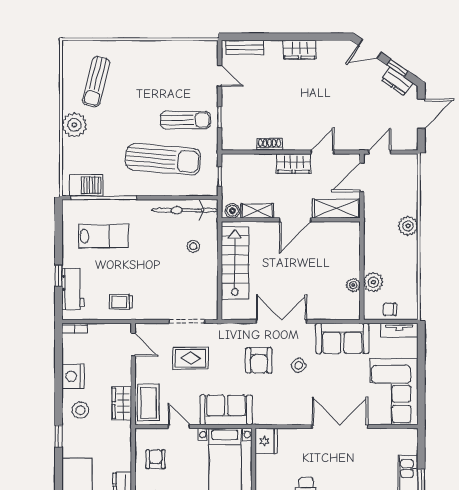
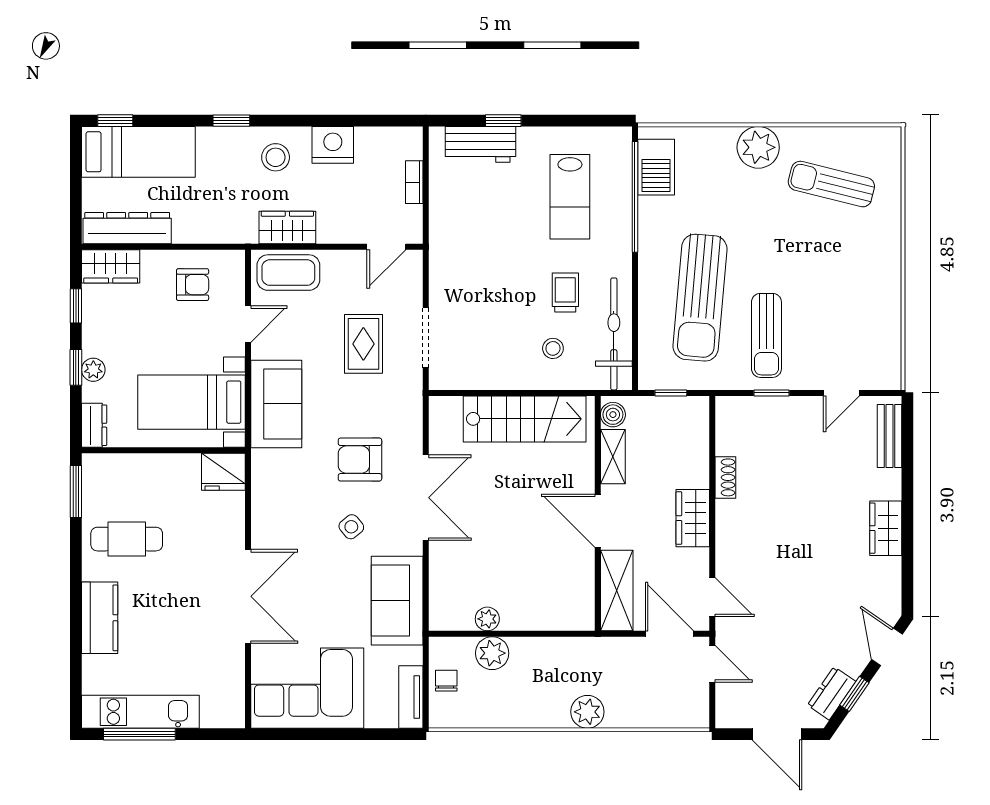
door: (322, 152) -> (712, 597), moved
trolley: (121, 302) -> (565, 293), moved
bookcase: (75, 328) -> (414, 182), moved

